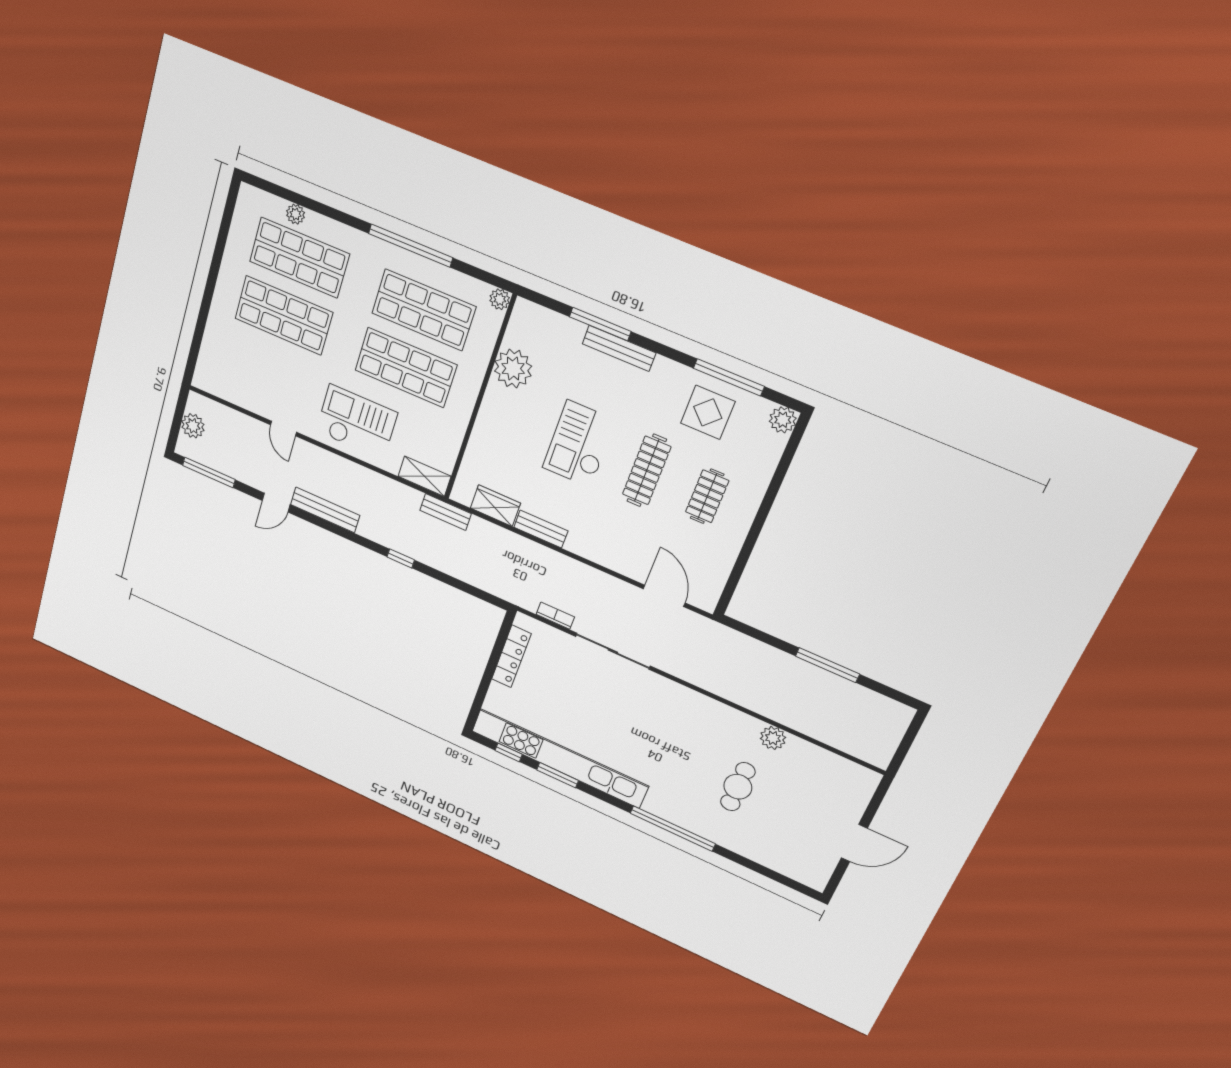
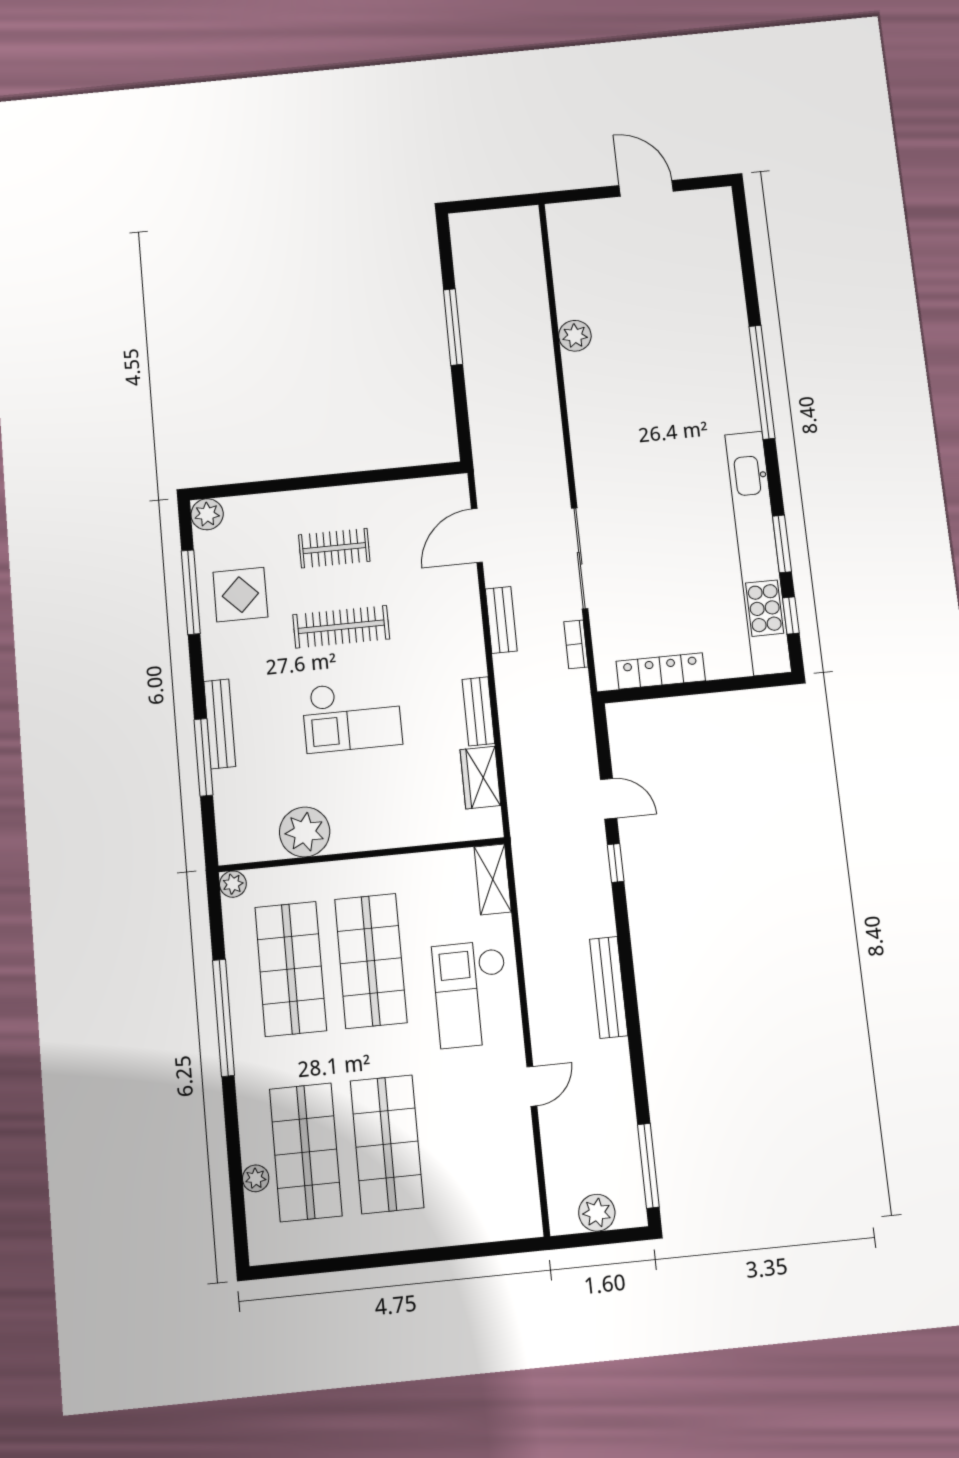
door: (276, 503) -> (609, 799), moved
bench: (446, 512) -> (501, 620), moved
cafe table: (738, 787) -> (660, 341), removed

